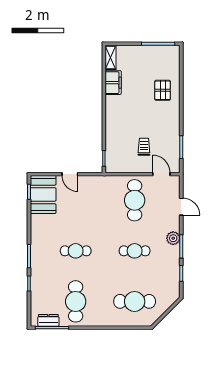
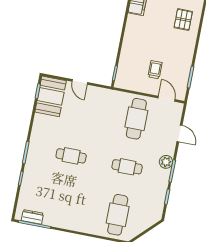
cafe table: (76, 301) -> (62, 204), removed
cafe table: (135, 301) -> (118, 215), turned 90

